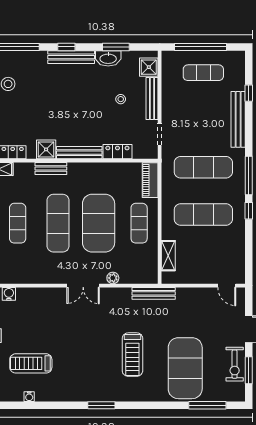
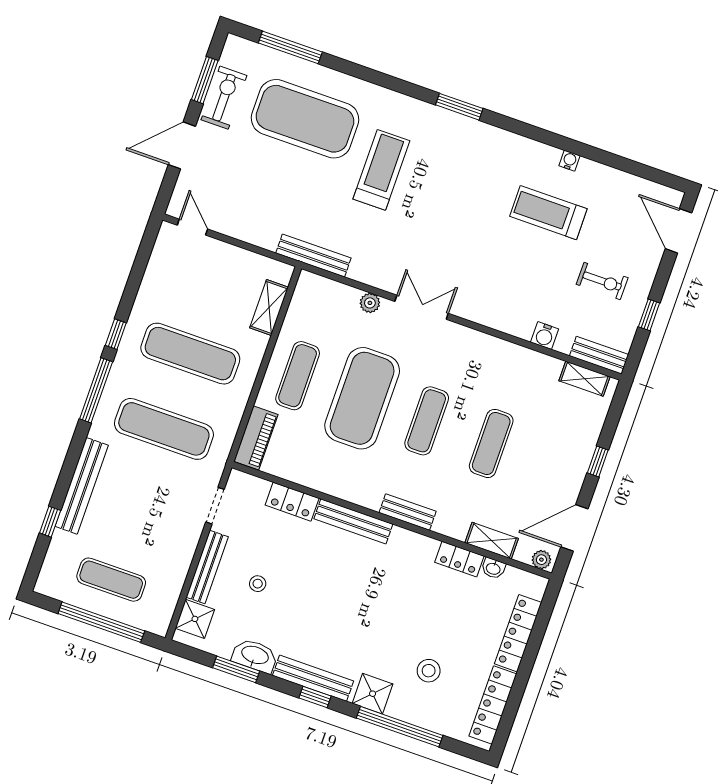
shower: (46, 149) -> (373, 694), moved
exercise mat: (58, 223) -> (427, 421), width x0.73, depth x0.69
treadmill: (31, 363) -> (548, 213), turned 180
exercise mat: (185, 368) -> (305, 119), turned 90

